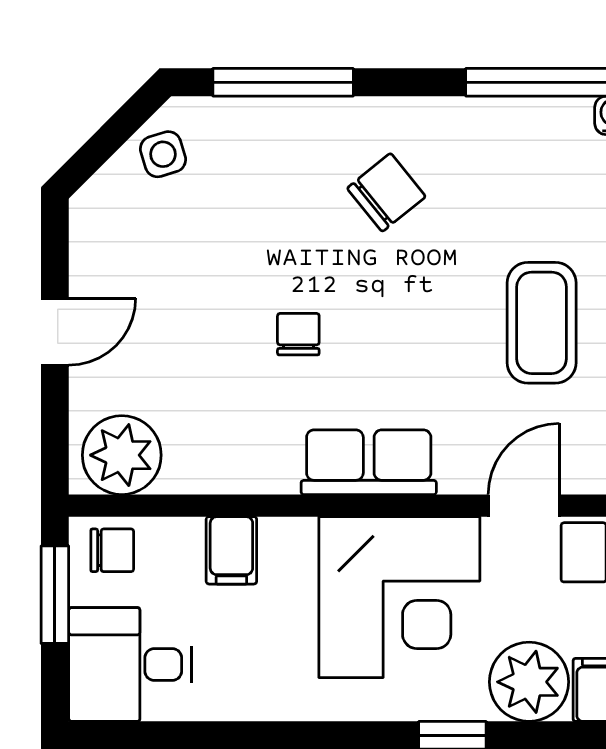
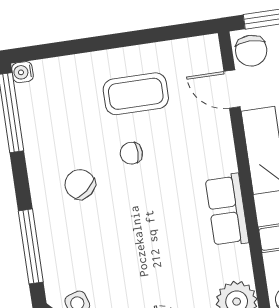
chair: (298, 334) -> (131, 153), moved
row of seats: (369, 462) -> (227, 210), moved

